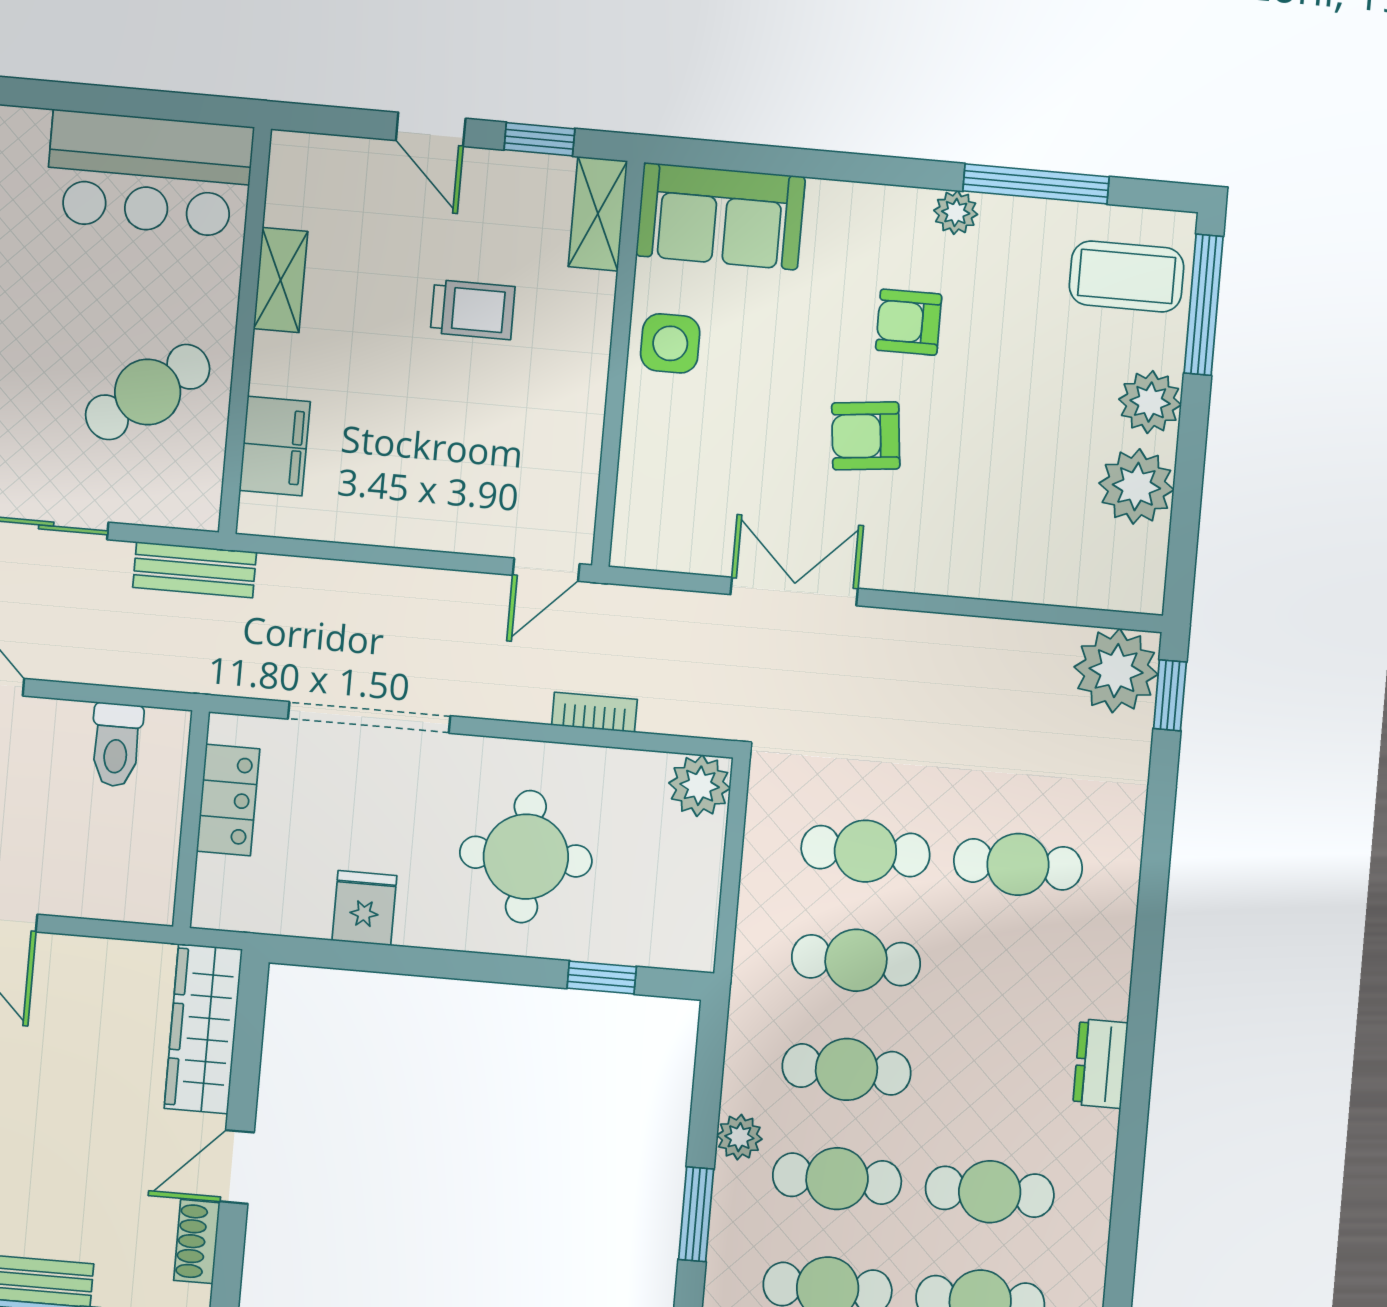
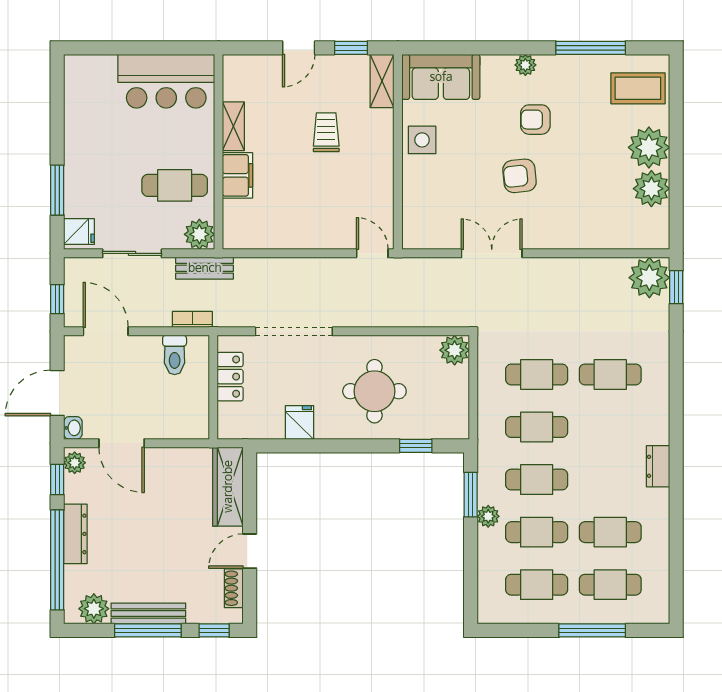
door: (431, 129) -> (299, 48), hinge flipped
plant: (956, 212) -> (525, 65), moved
window: (1204, 305) -> (676, 99), removed
trolley: (473, 310) -> (326, 132), turned -90
cafe table: (148, 392) -> (175, 185), turned 37
plant: (1150, 402) -> (649, 147), width x1.36, depth x1.36
filing cabinet: (275, 446) -> (237, 175), moved
plant: (190, 498) -> (199, 234), added
door: (546, 570) -> (372, 253), swing flipped
bookcase: (594, 712) -> (192, 319), moved
window: (696, 1214) -> (471, 495), moved

